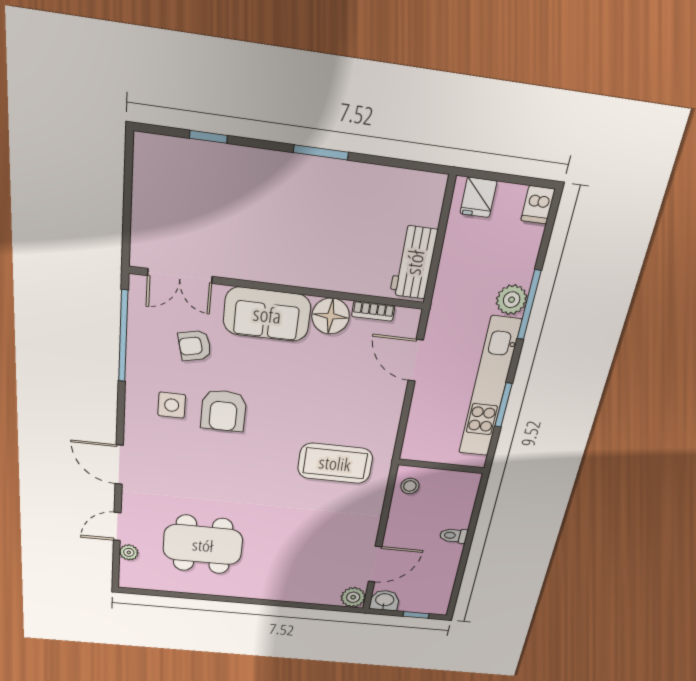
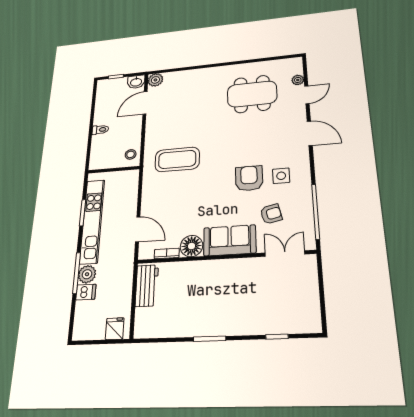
dishwasher: (538, 205) -> (86, 292), moved, turned 90

